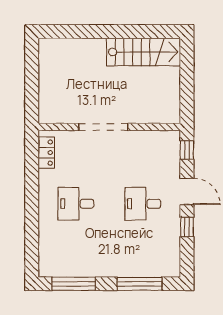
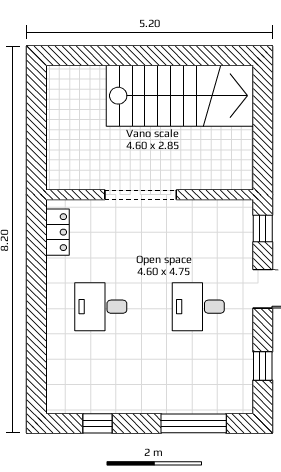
stairs: (144, 52) -> (180, 96), width x1.36, depth x1.51
window: (187, 227) -> (263, 366), moved
window: (74, 284) -> (98, 423), width x0.46

